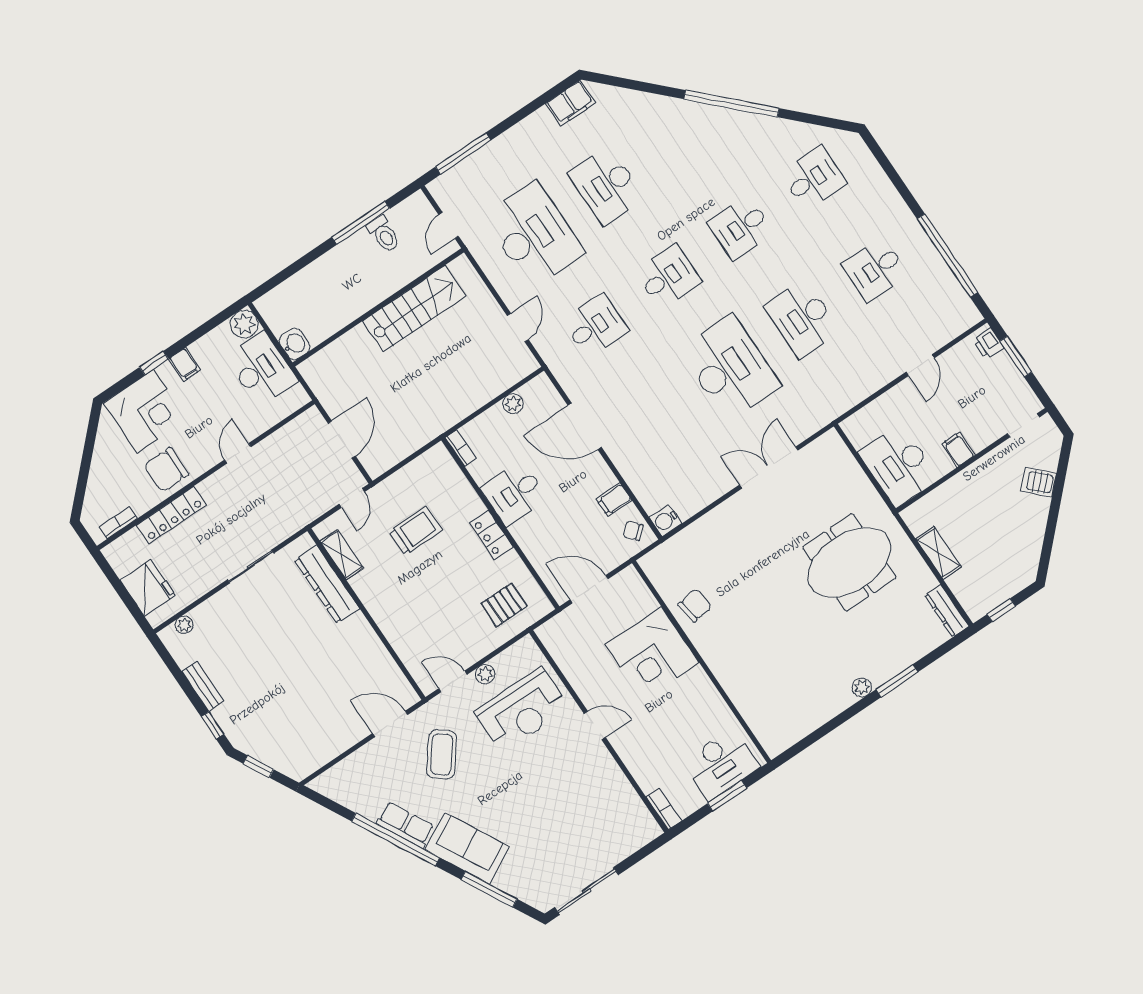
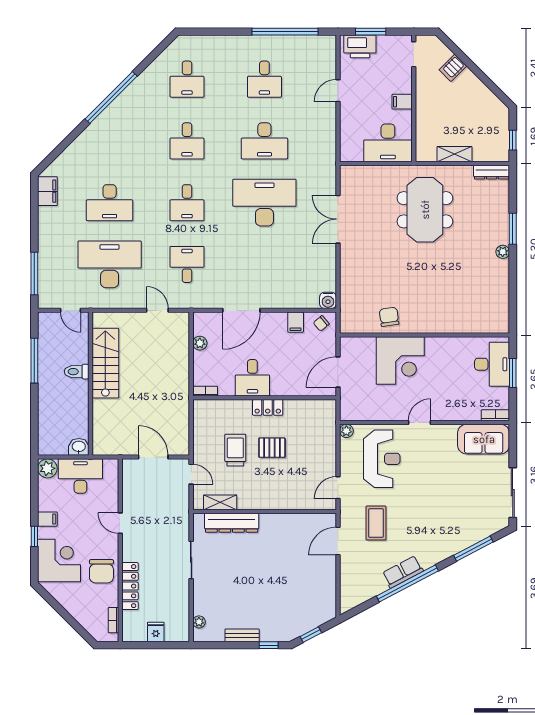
desk: (813, 178) -> (187, 79), turned 180
toilet: (384, 234) -> (77, 372), moved, turned 180
desk: (668, 277) -> (187, 203), turned 180
printer: (988, 344) -> (360, 46), width x1.87, depth x1.48
door: (920, 365) -> (338, 91), swing flipped
fridge: (148, 588) -> (156, 632), width x0.53, depth x0.75
pallet: (504, 605) -> (272, 448), moved, turned 90
plant: (485, 674) -> (346, 431), moved
coffee table: (442, 754) -> (376, 523), turned 52
sofa: (467, 848) -> (484, 439), moved, turned -152

